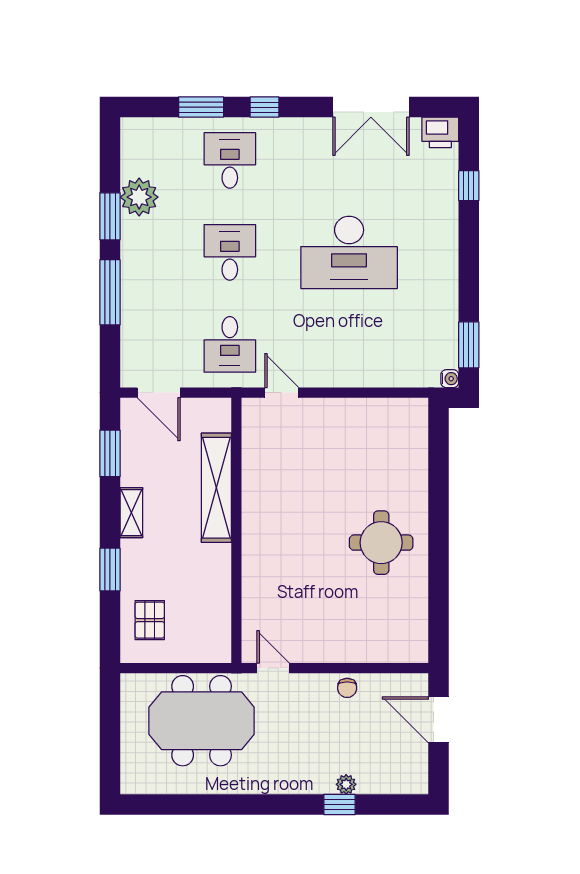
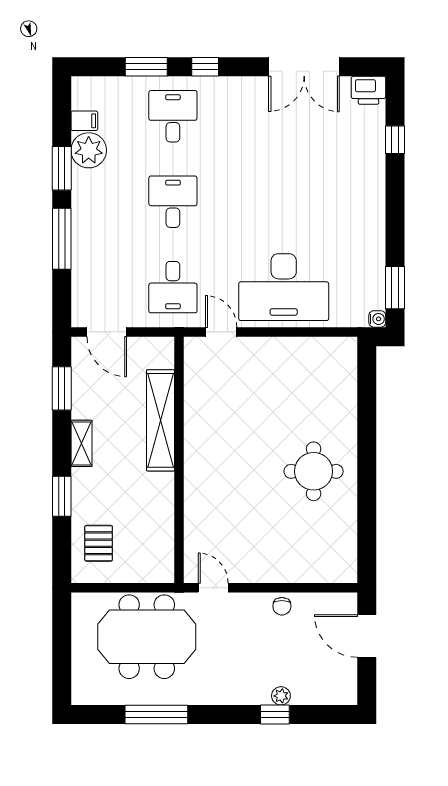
filing cabinet: (134, 165) -> (84, 121), added
desk: (349, 252) -> (284, 287), moved
window: (212, 805) -> (156, 715), added

